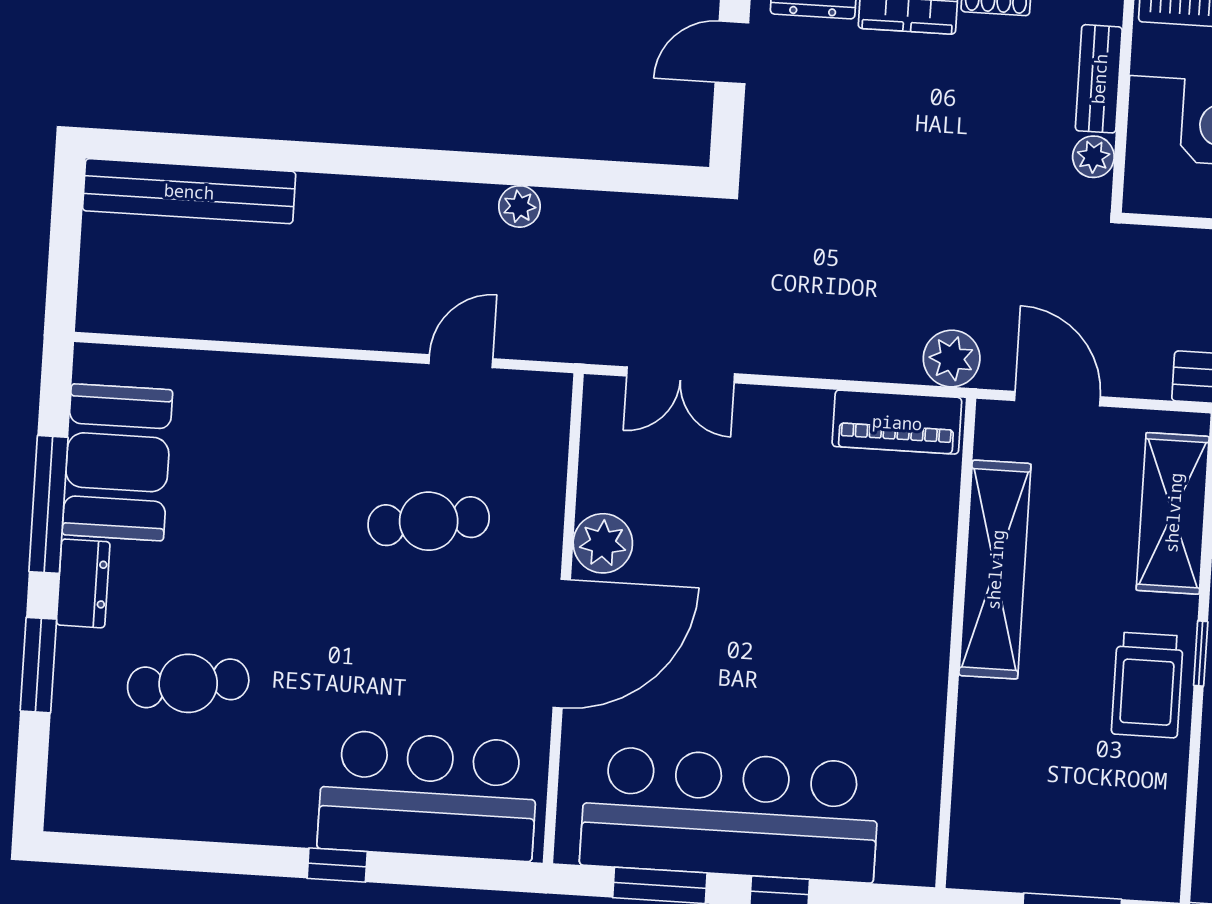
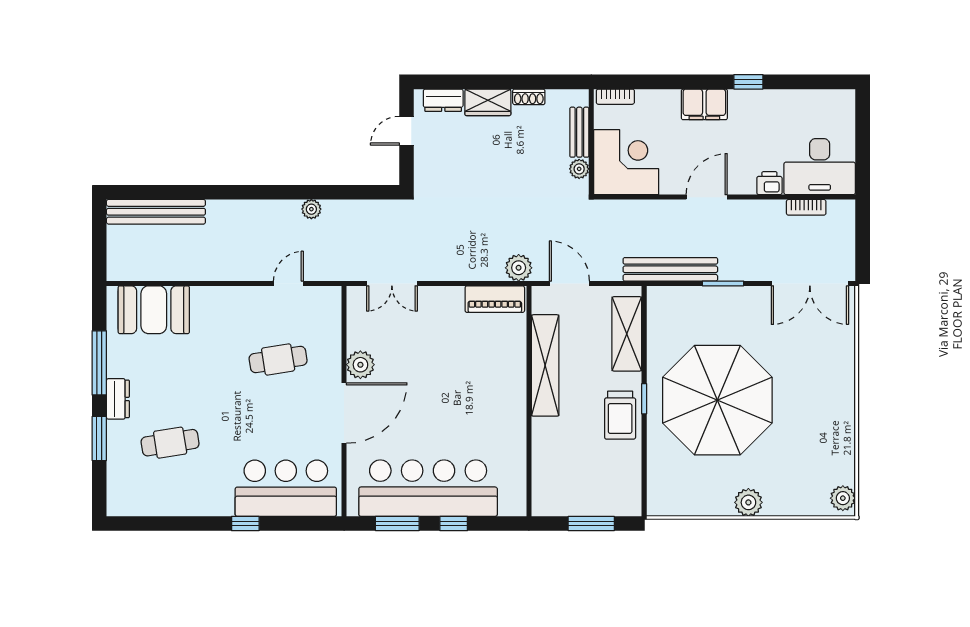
booth: (117, 462) -> (154, 310), moved, turned 90

